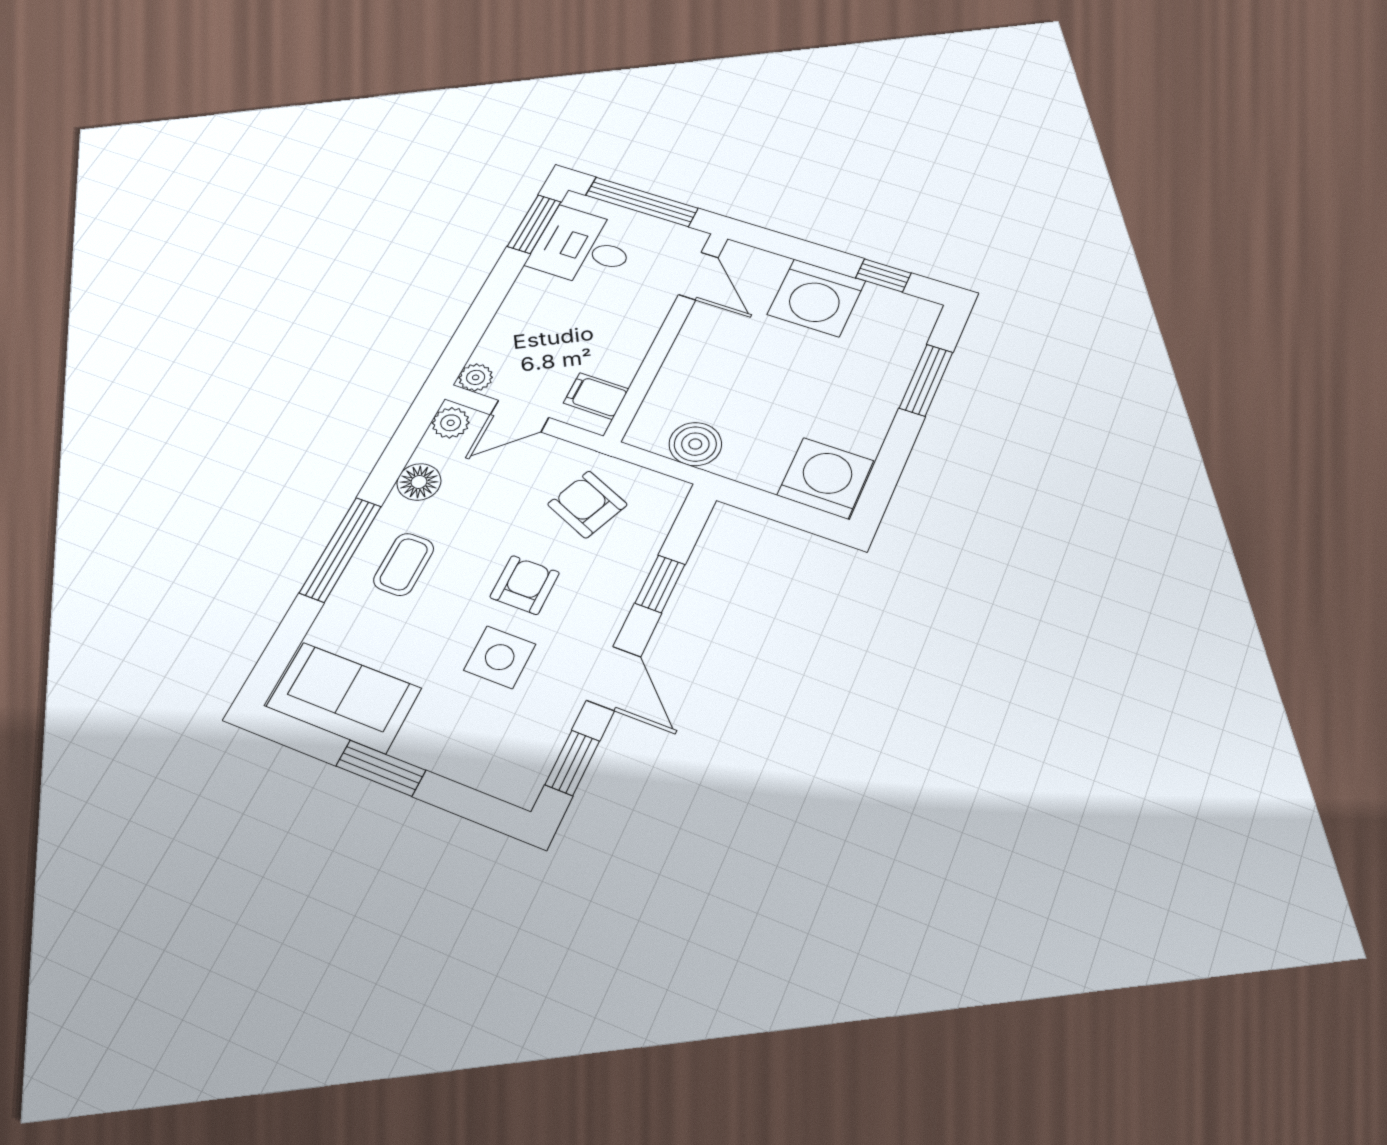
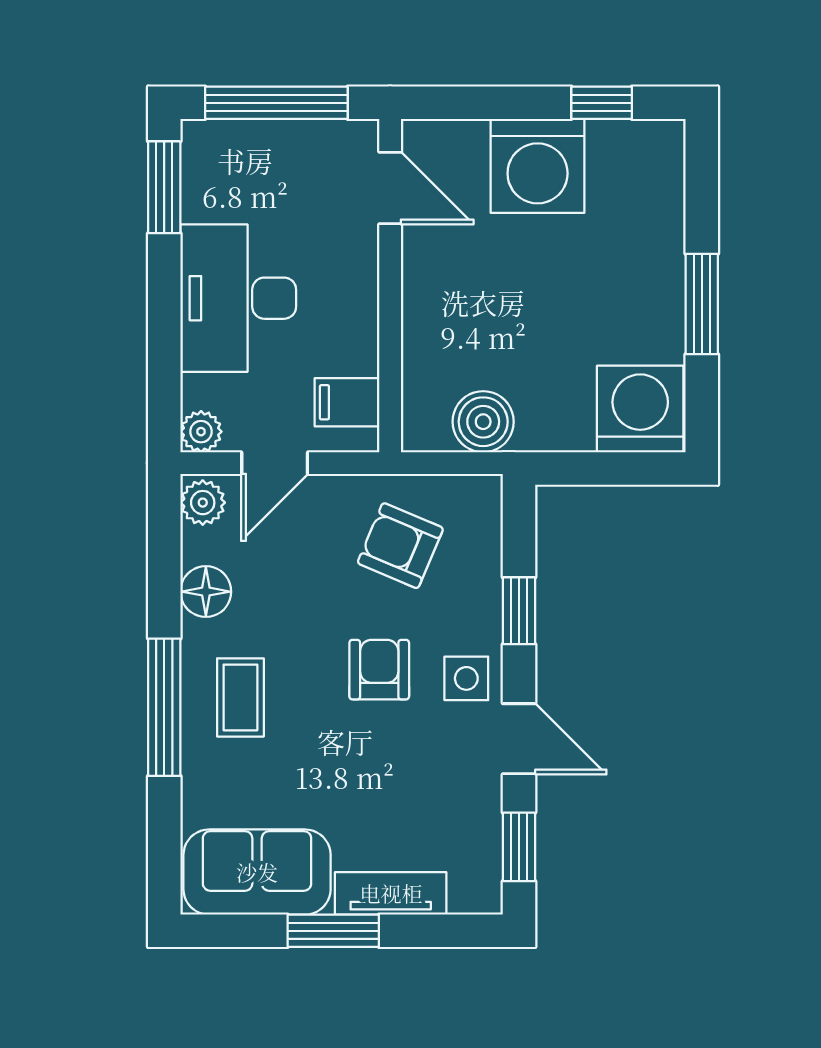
desk: (583, 248) -> (238, 298), moved, width x1.37
window: (926, 380) -> (702, 304), moved
side table: (500, 657) -> (466, 678), moved, width x0.73, depth x0.73
tv unit: (445, 757) -> (391, 893), added

